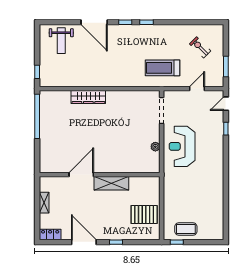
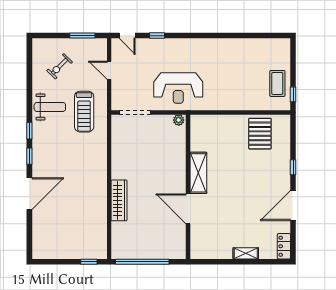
weight bench: (61, 41) -> (50, 107), moved
door: (81, 175) -> (188, 209), moved
wall: (100, 175) -> (188, 187), moved
shelving: (111, 183) -> (198, 173), moved

